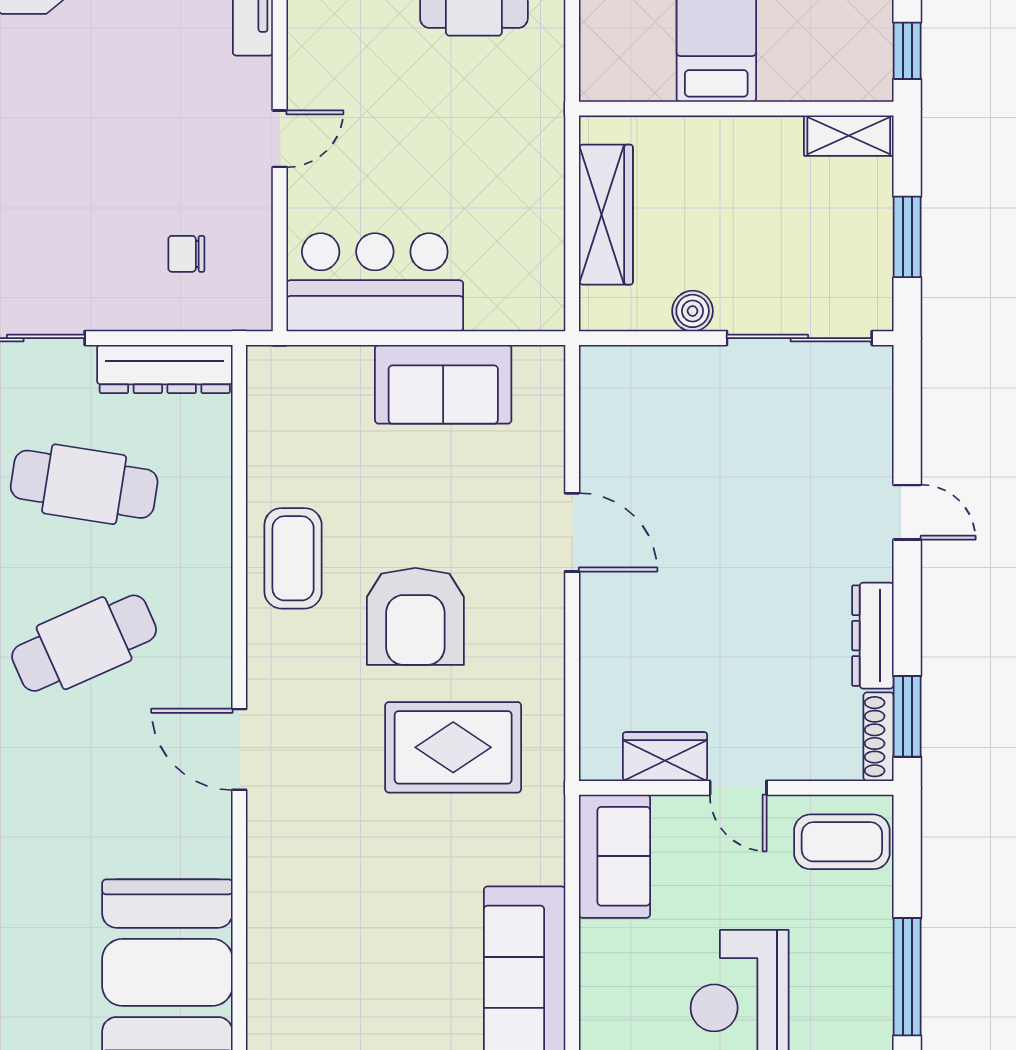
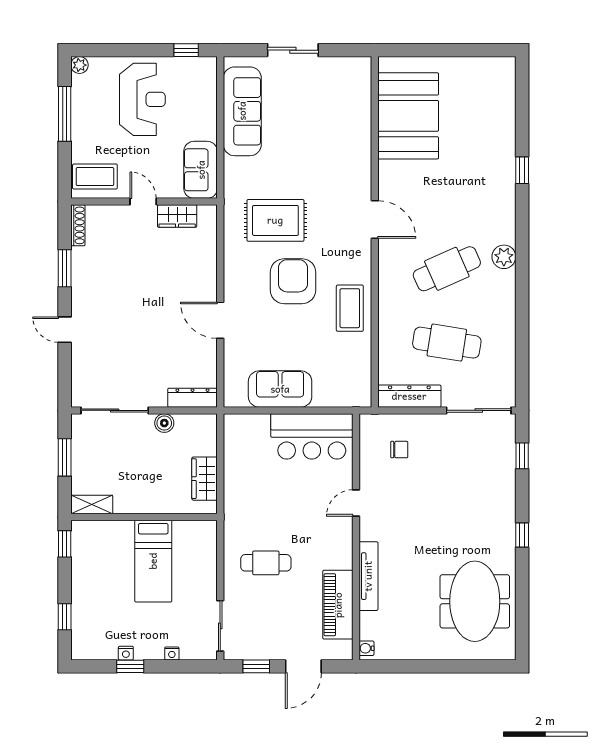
wardrobe: (606, 215) -> (205, 479), width x0.67
dresser: (873, 636) -> (192, 398), moved, turned -90
window: (907, 716) -> (65, 268), moved

